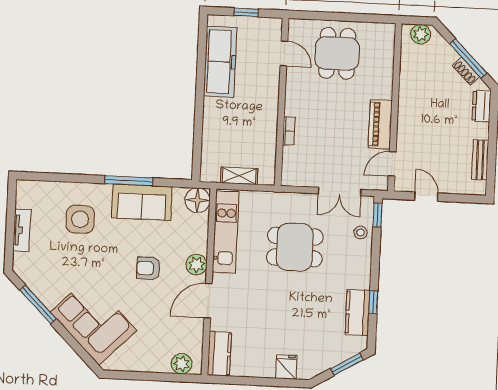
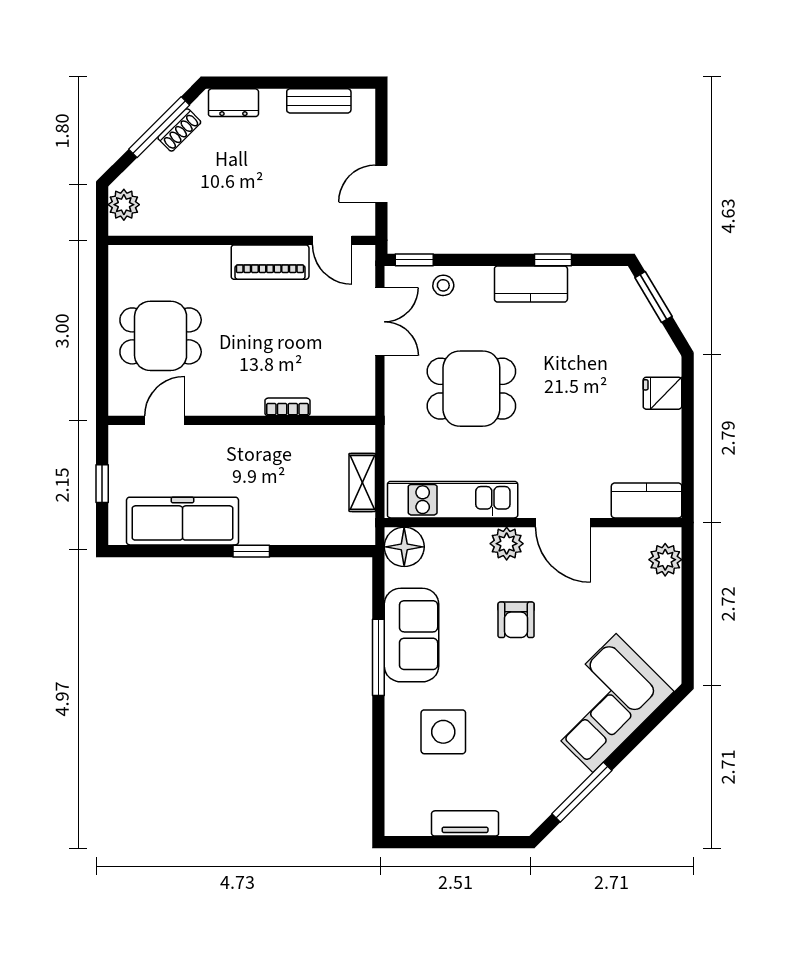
window: (199, 104) -> (251, 551), added
dining table: (295, 247) -> (471, 389), turned 90
kitchen counter: (358, 312) -> (531, 284), moved

